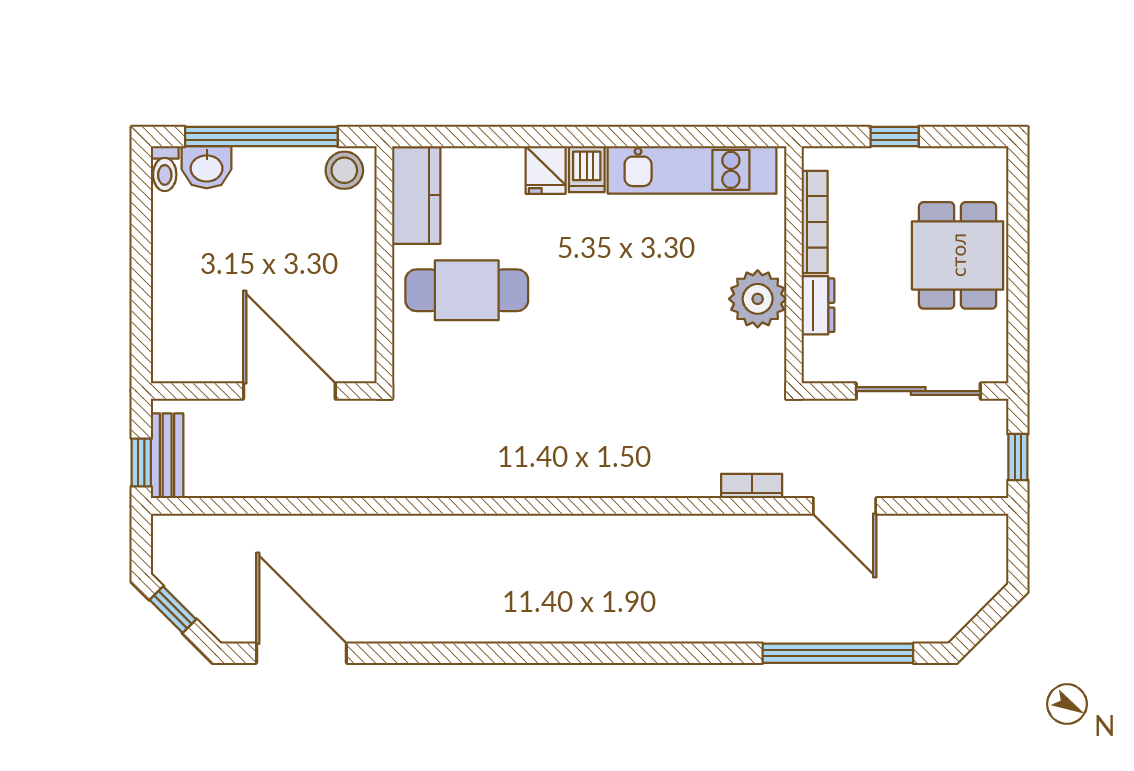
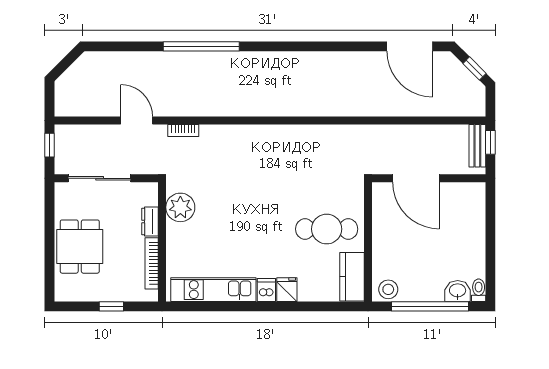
plant: (758, 299) -> (180, 207), moved
window: (838, 653) -> (201, 46), moved

